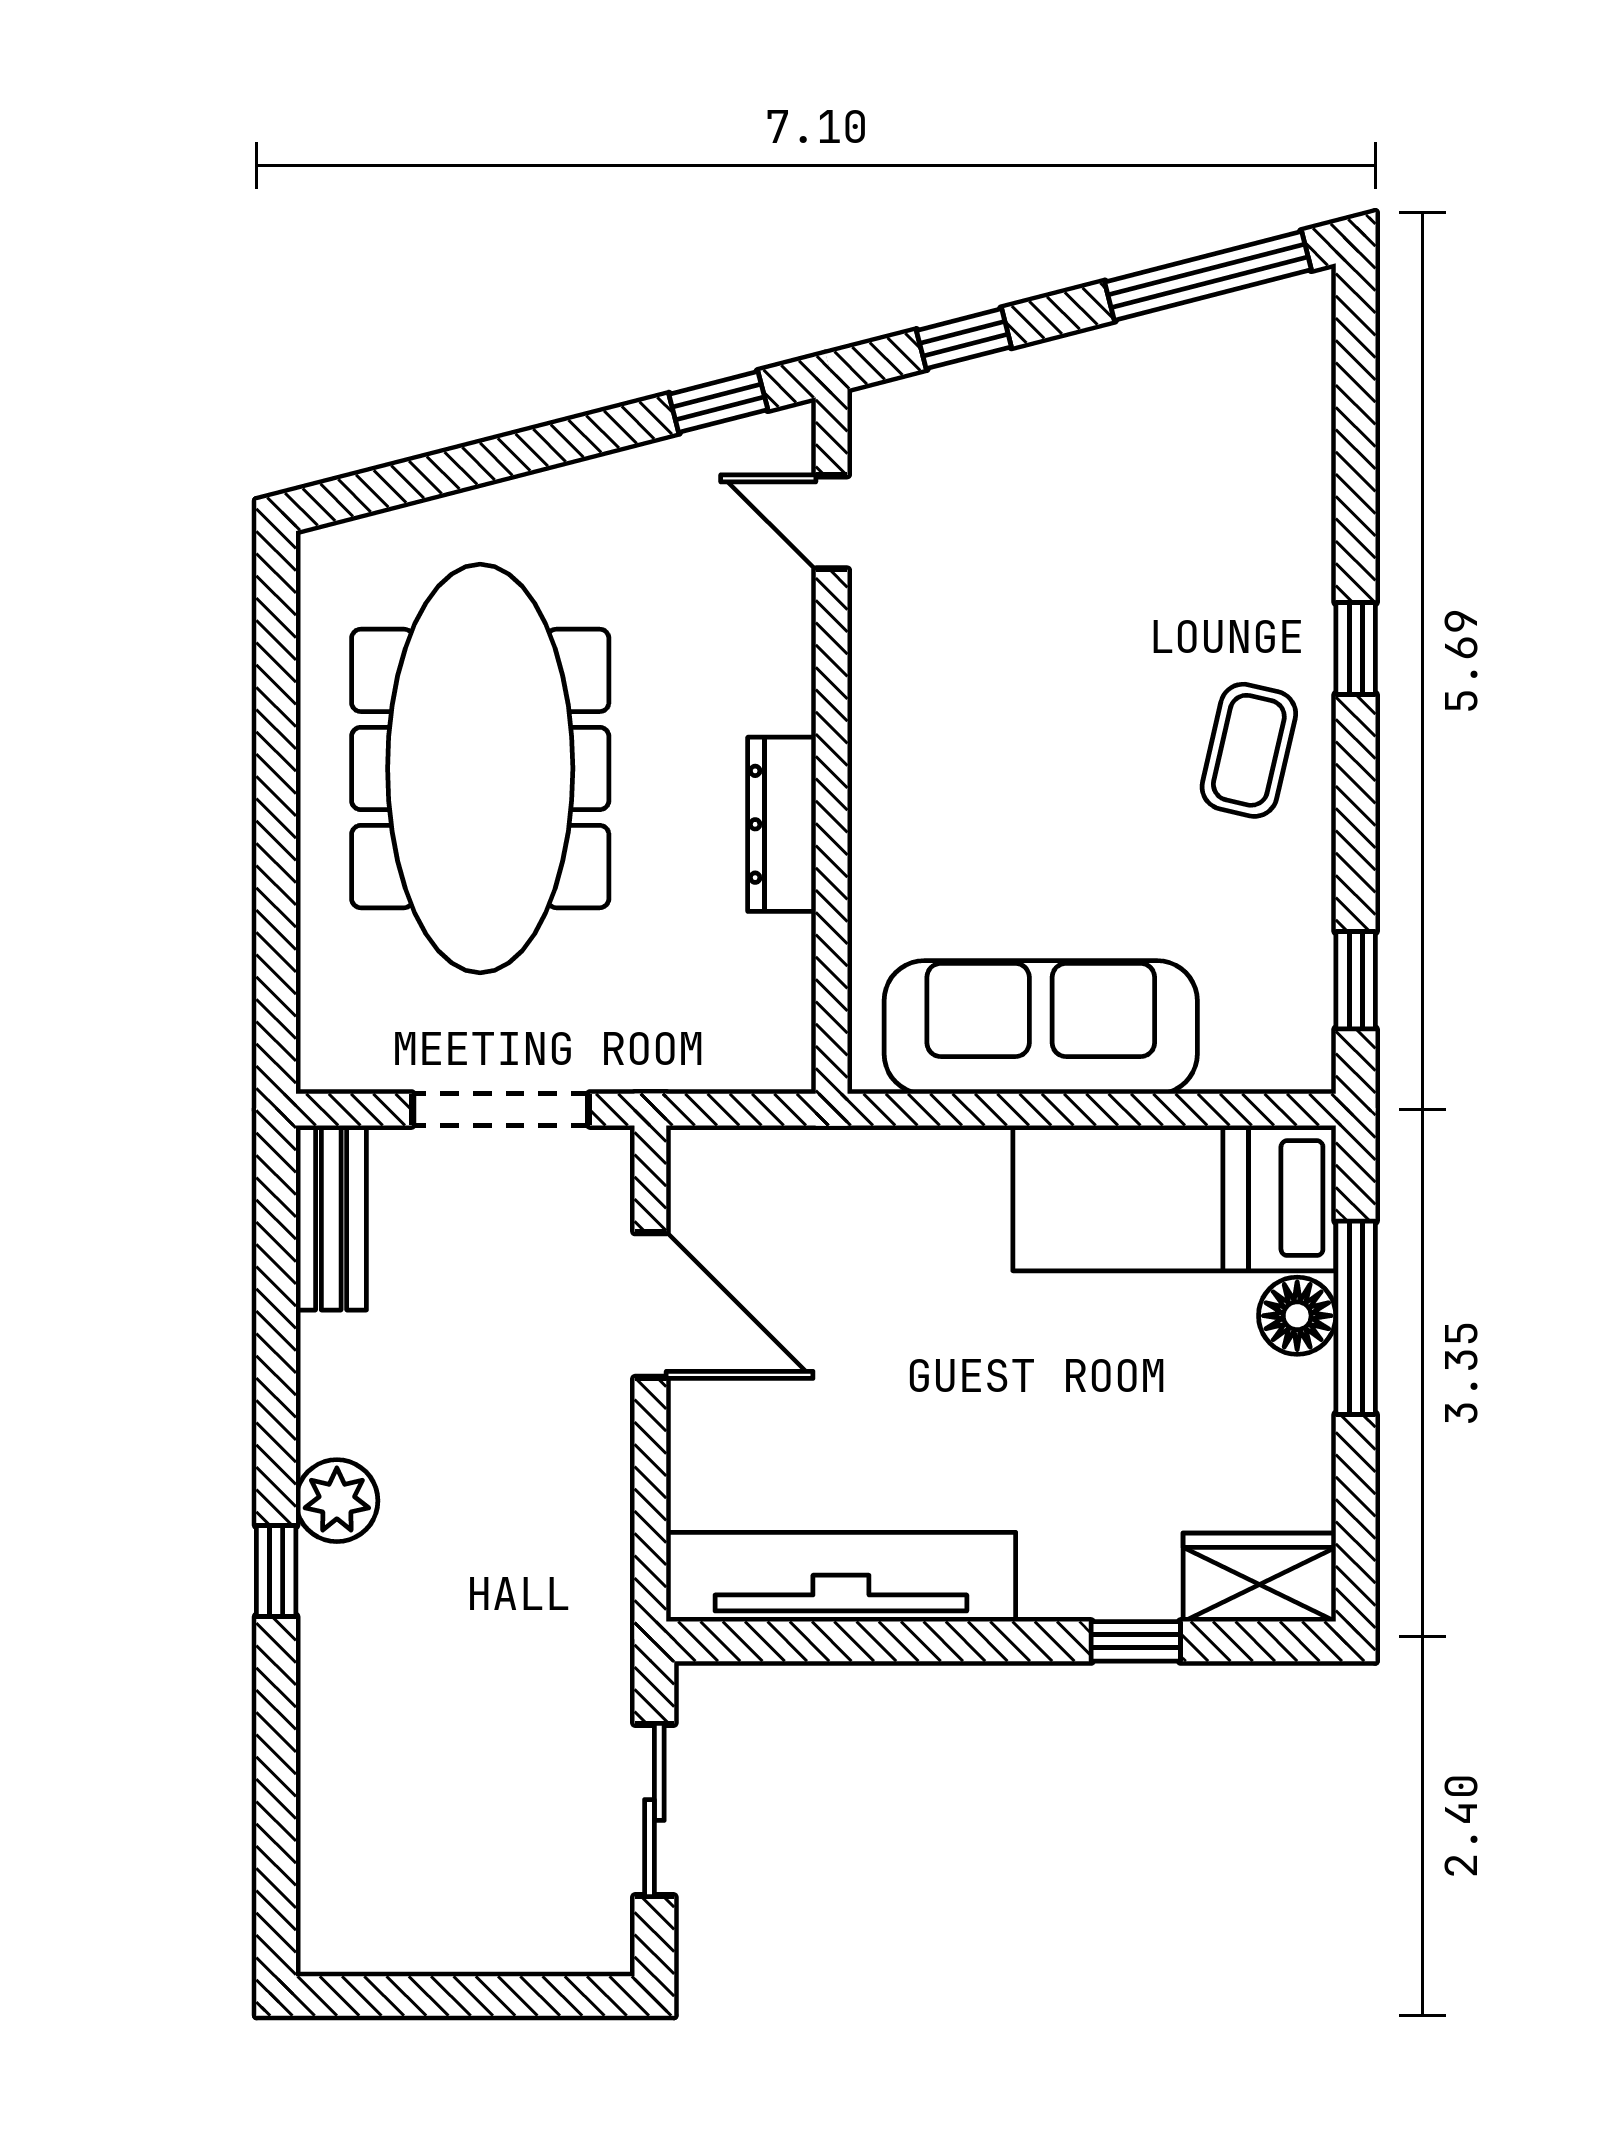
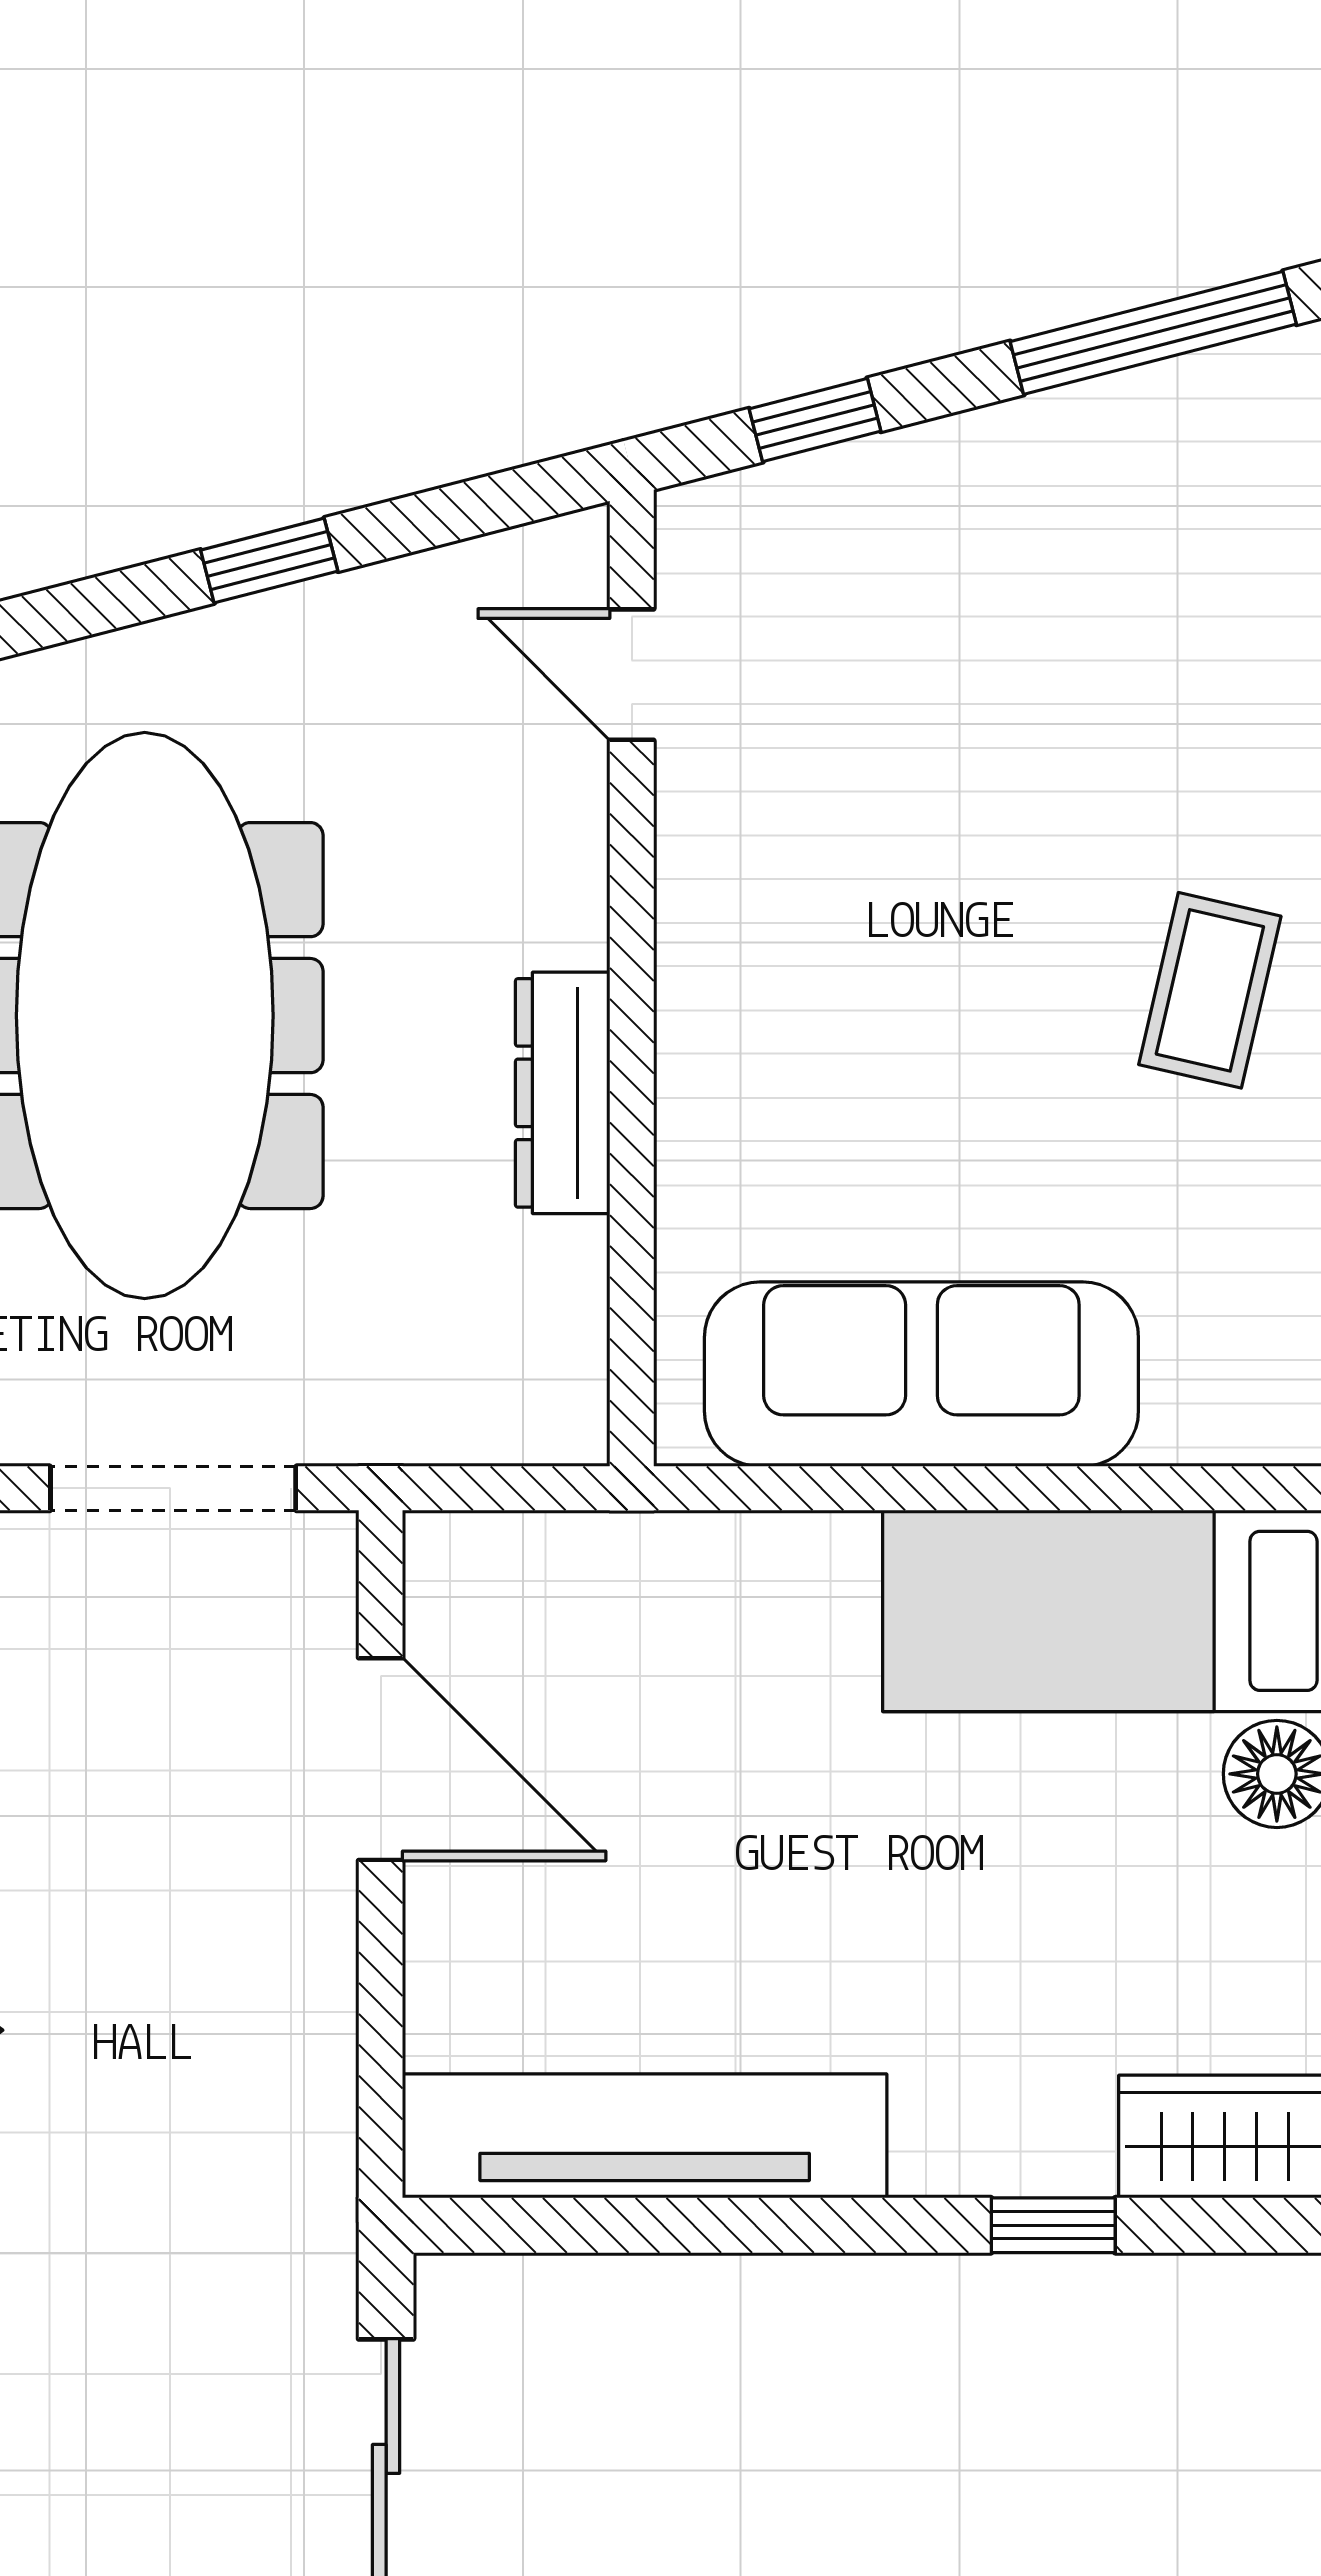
window: (718, 402) -> (269, 561), moved

